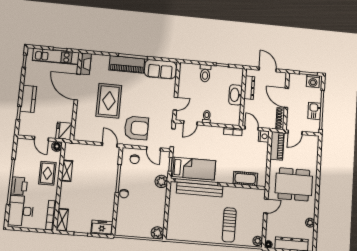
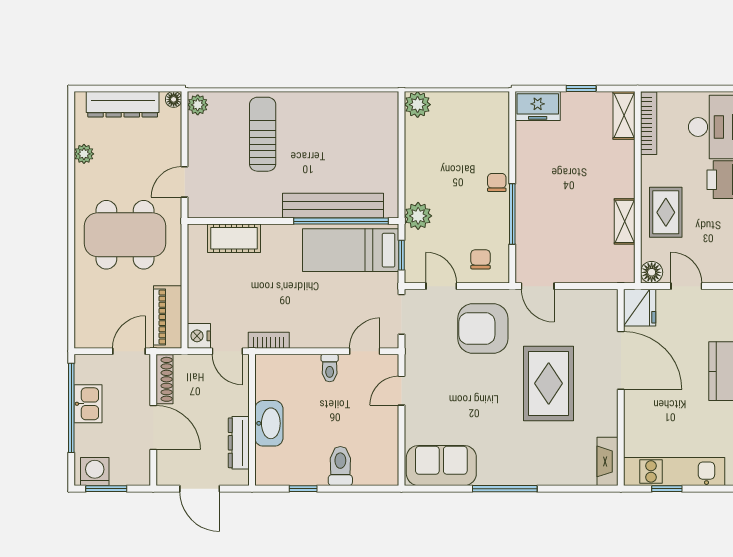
piano: (127, 64) -> (517, 469), removed
door: (77, 87) -> (621, 360), moved

